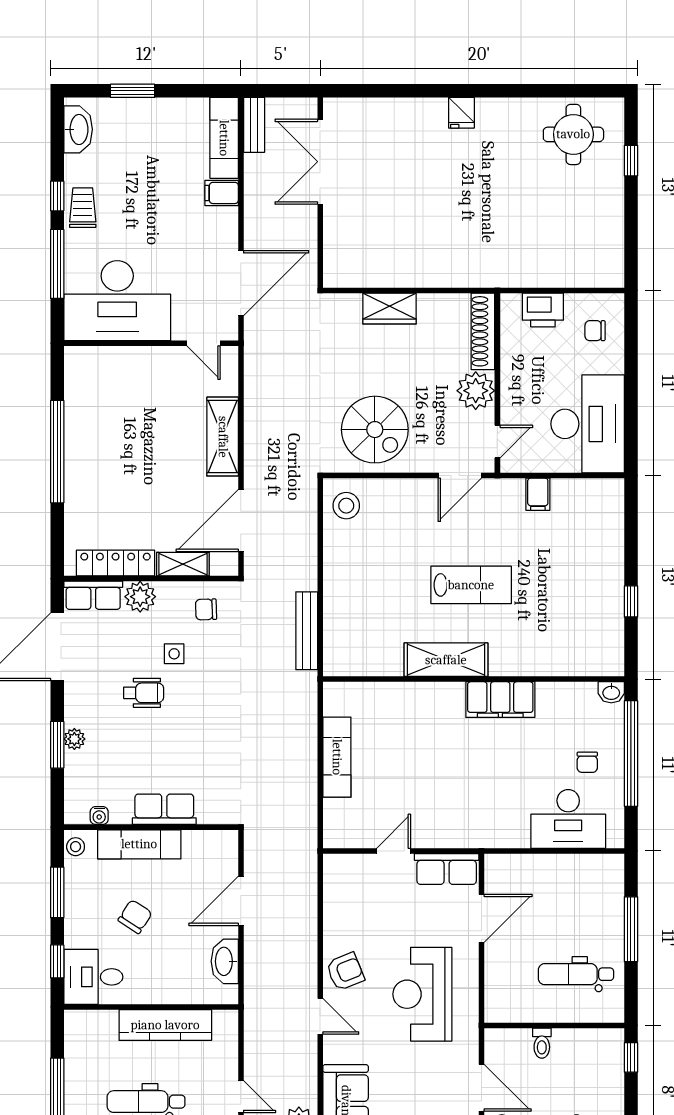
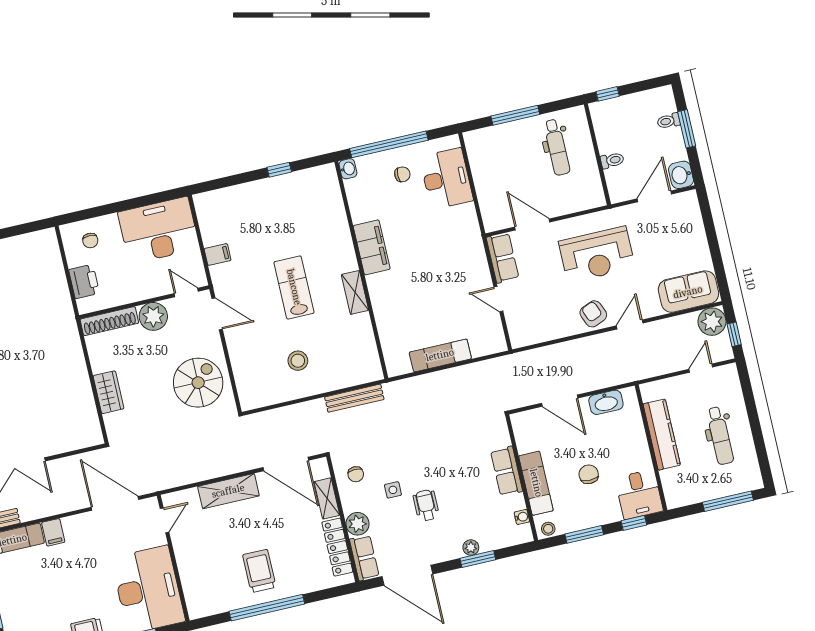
trolley: (108, 453) -> (259, 571), added
stool: (346, 506) -> (298, 361), moved
shelving: (446, 660) -> (355, 292), width x0.67, depth x0.75
chair: (135, 917) -> (589, 474), turned 57

